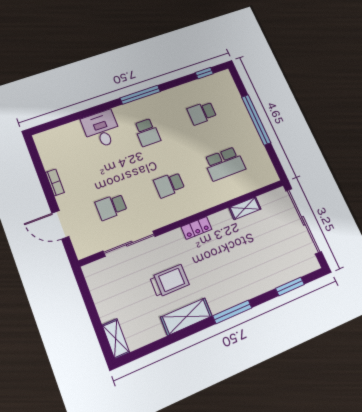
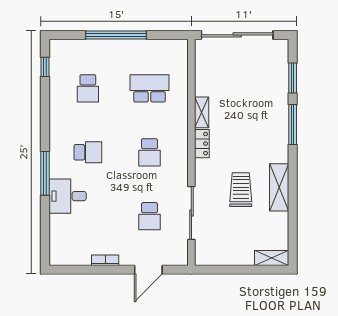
window: (140, 95) -> (45, 173), moved
school desk: (224, 164) -> (149, 88), turned -90
shelving: (245, 208) -> (202, 112), moved
window: (232, 312) -> (293, 124), moved

